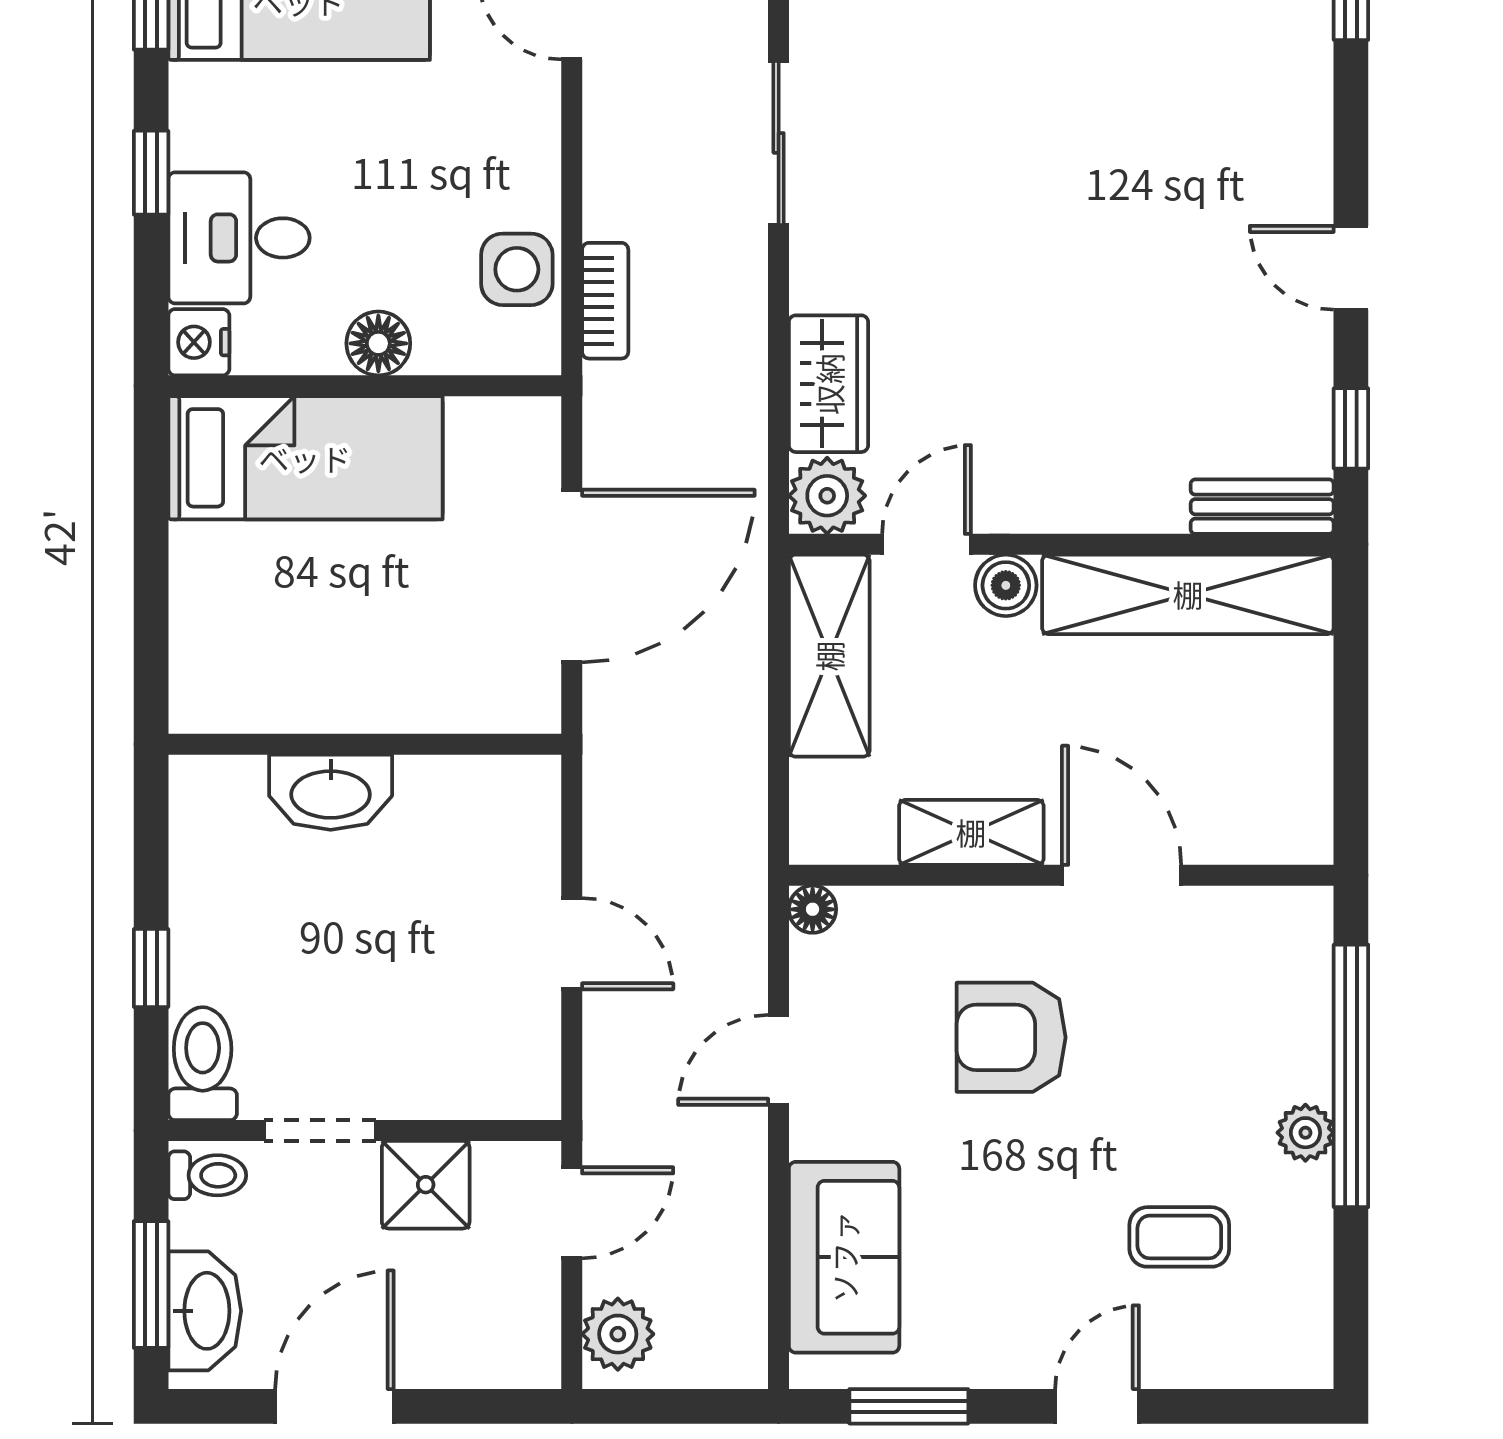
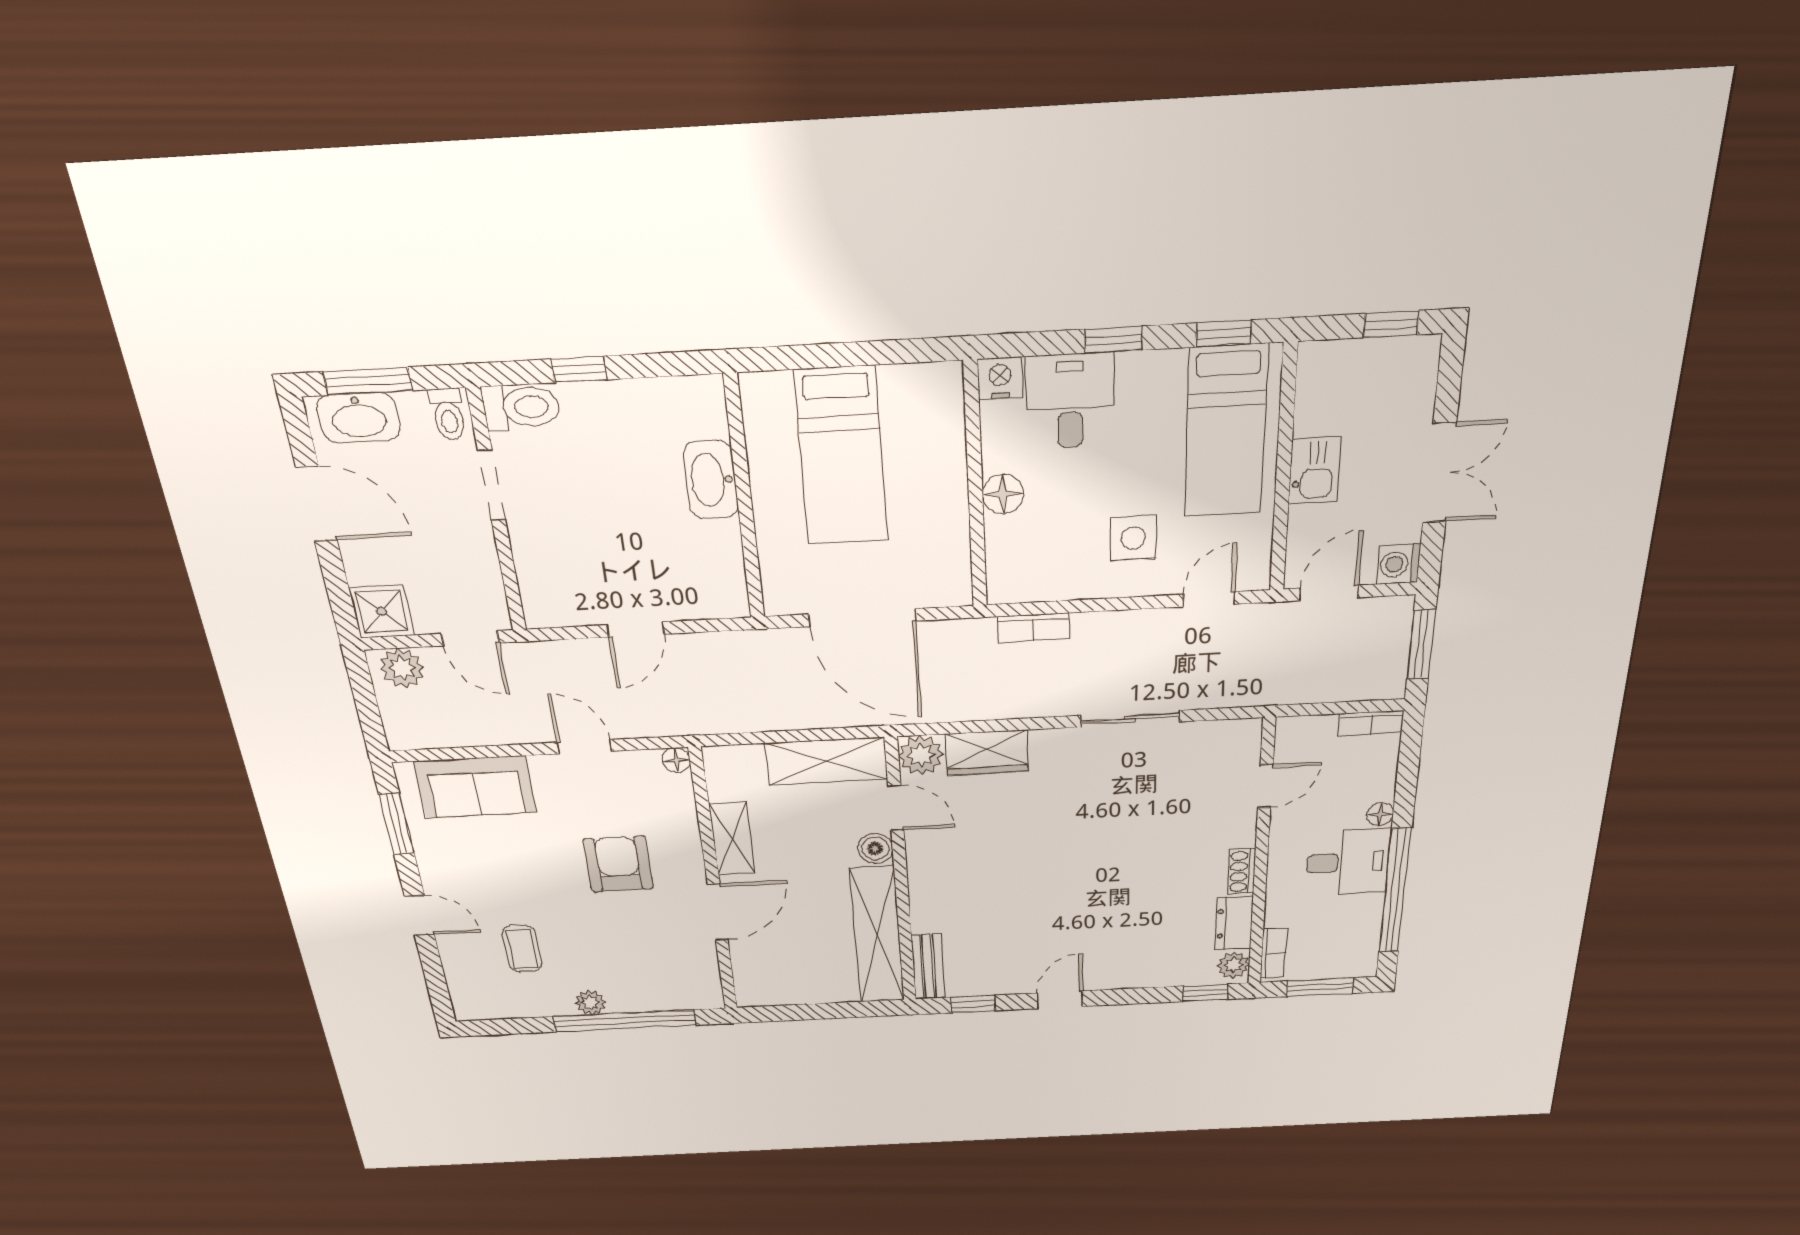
side table: (517, 269) -> (1133, 538), moved
bed: (305, 458) -> (841, 457), moved
shower: (426, 1185) -> (382, 611), moved

